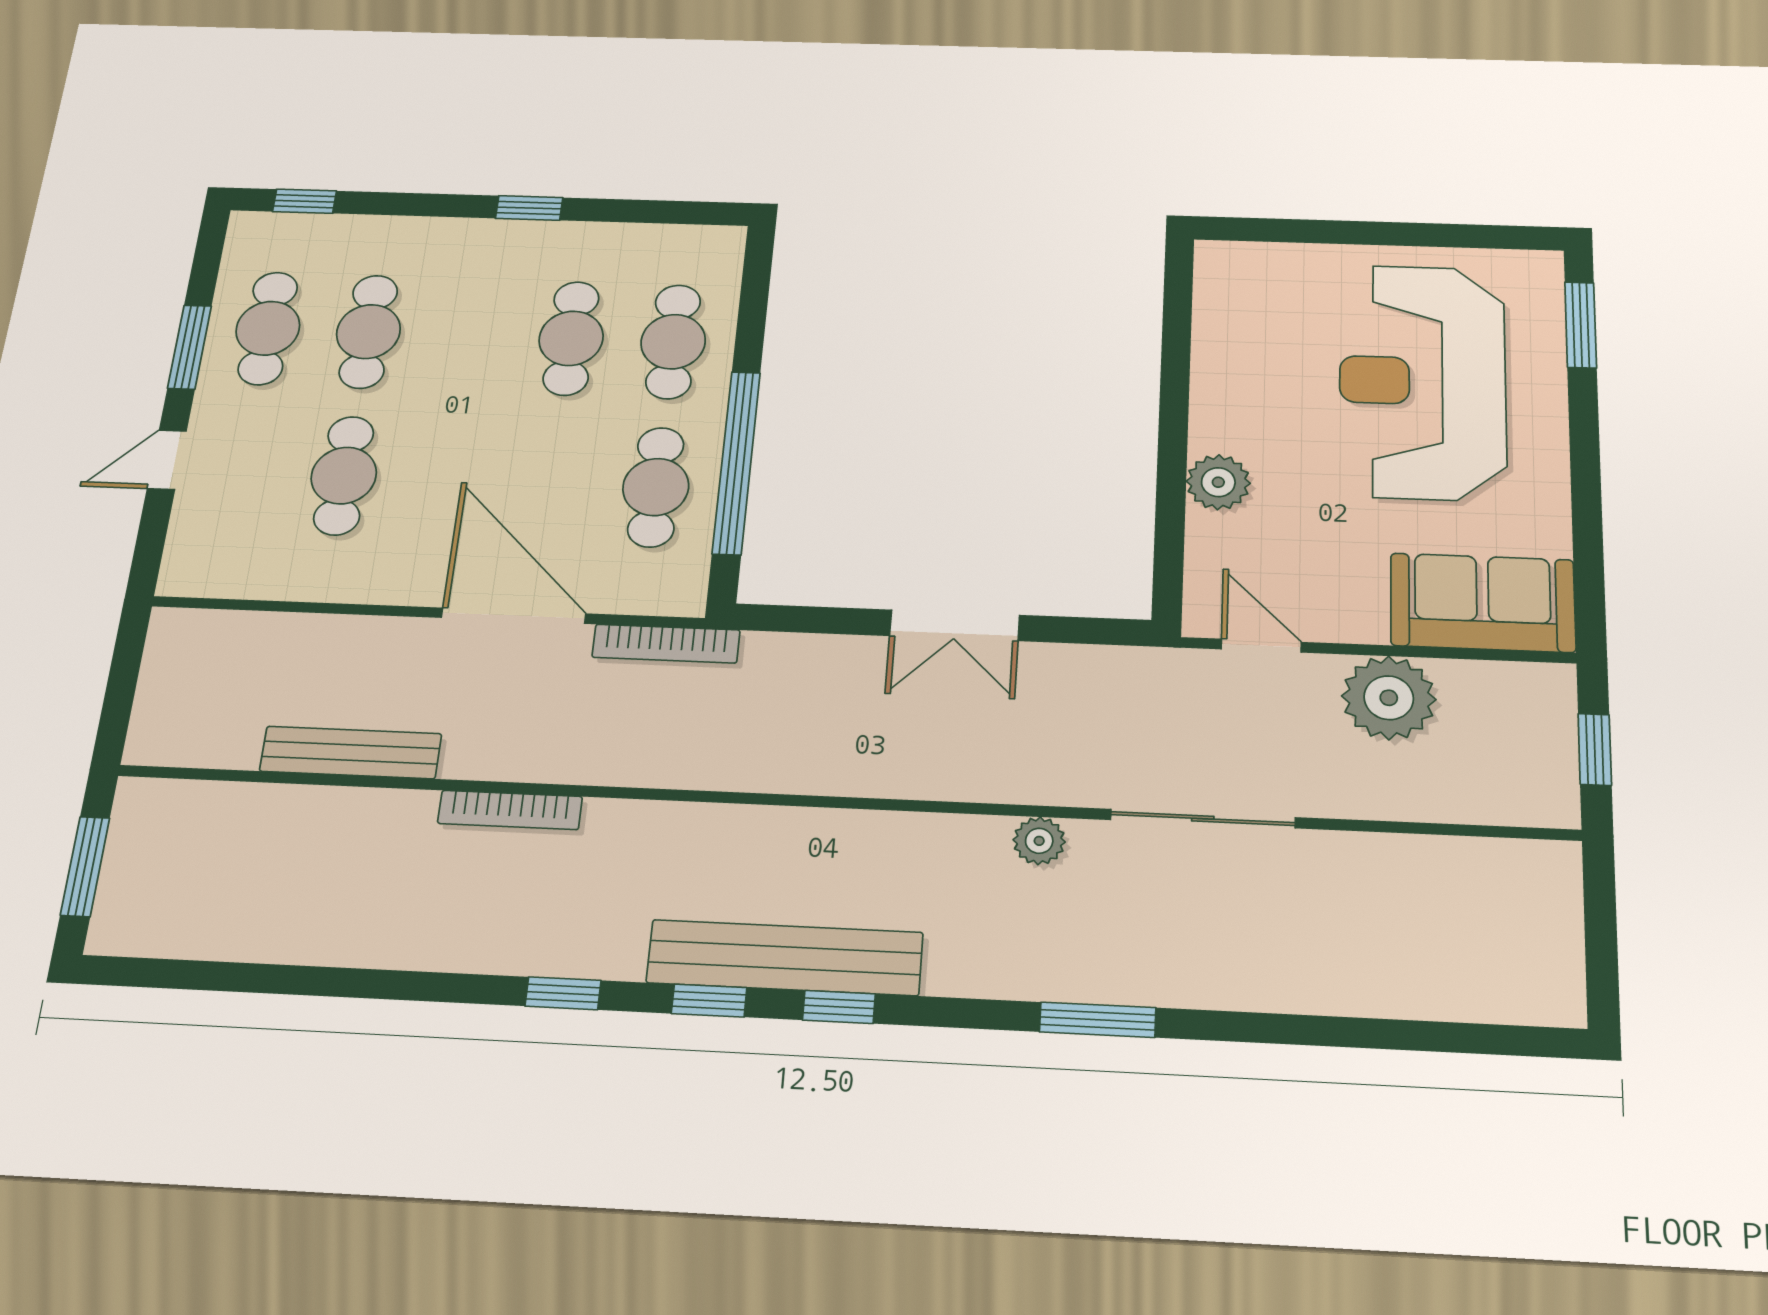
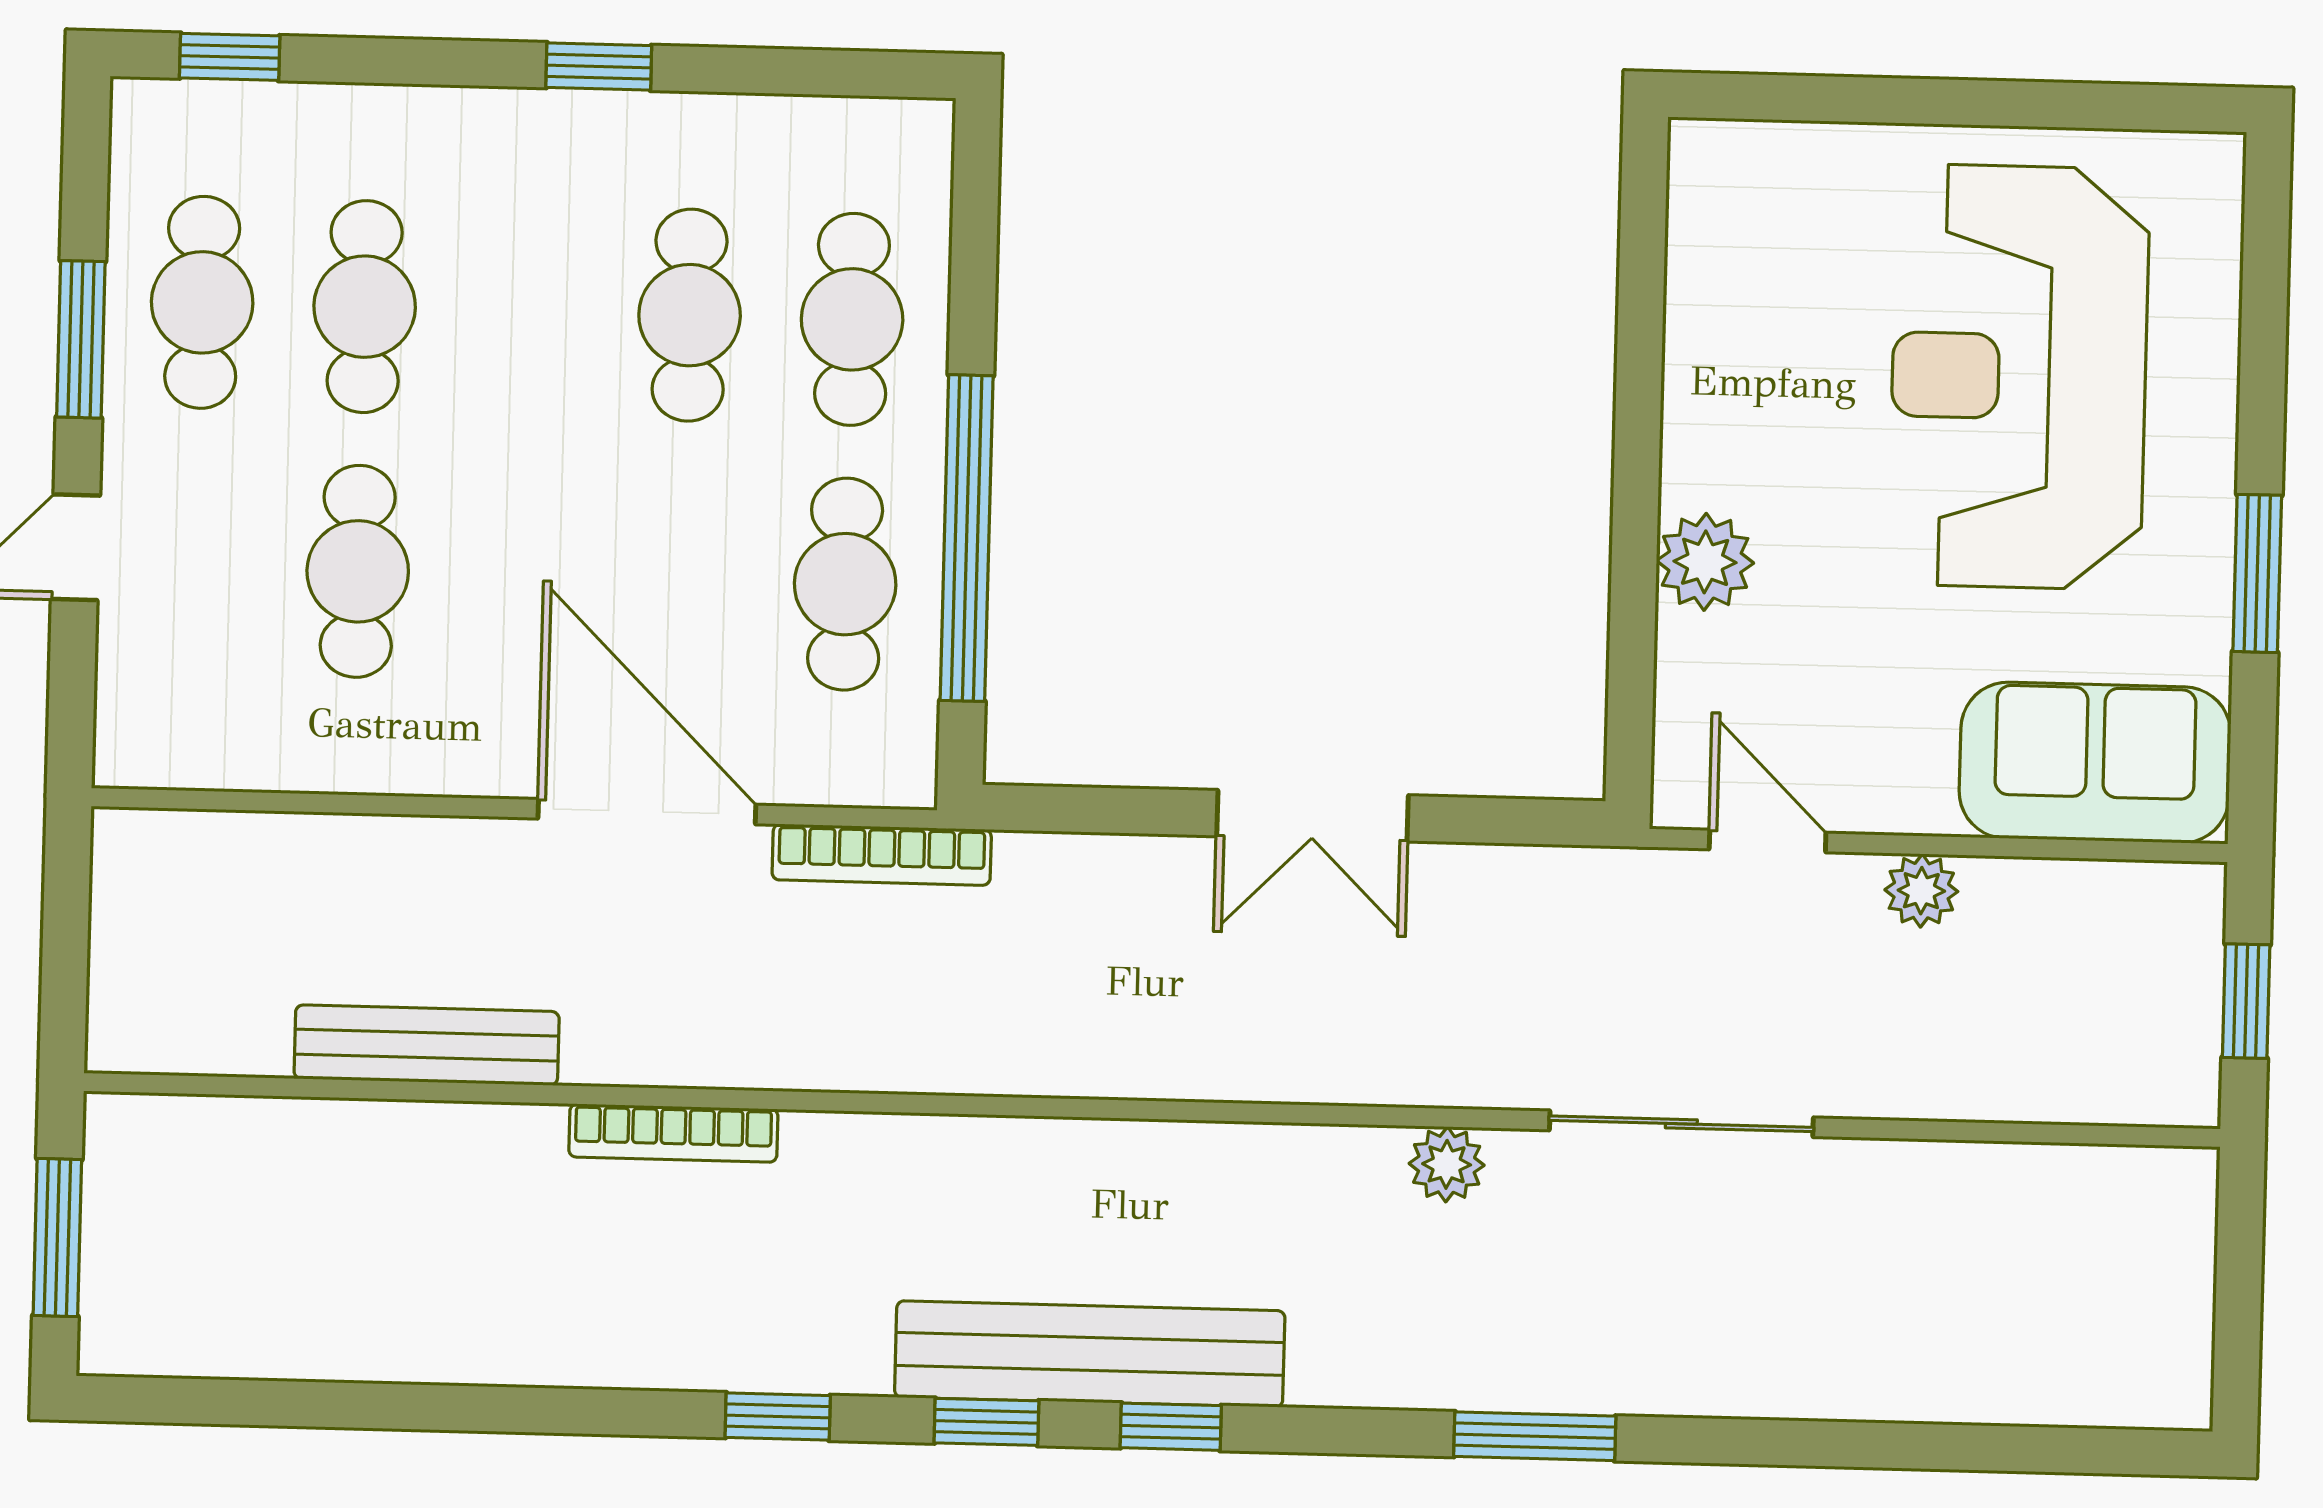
window: (1581, 325) -> (2257, 573), moved
plant: (1389, 698) -> (1921, 891), width x0.53, depth x0.53

